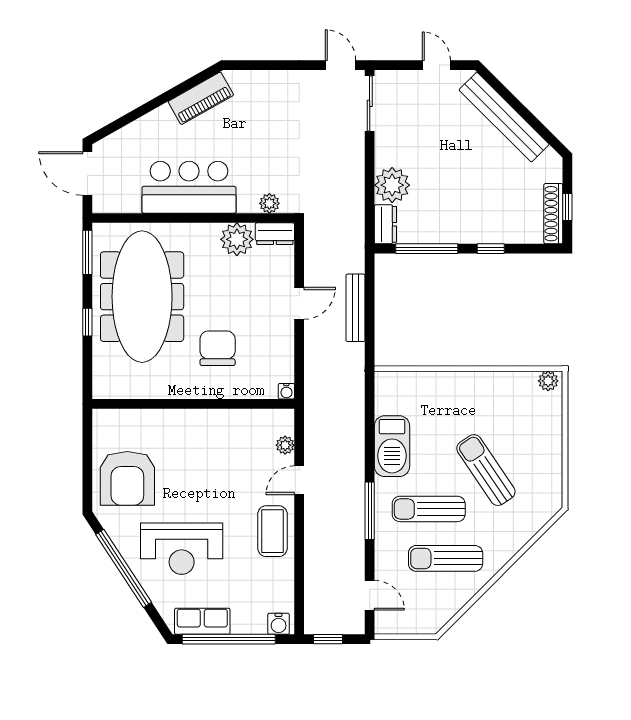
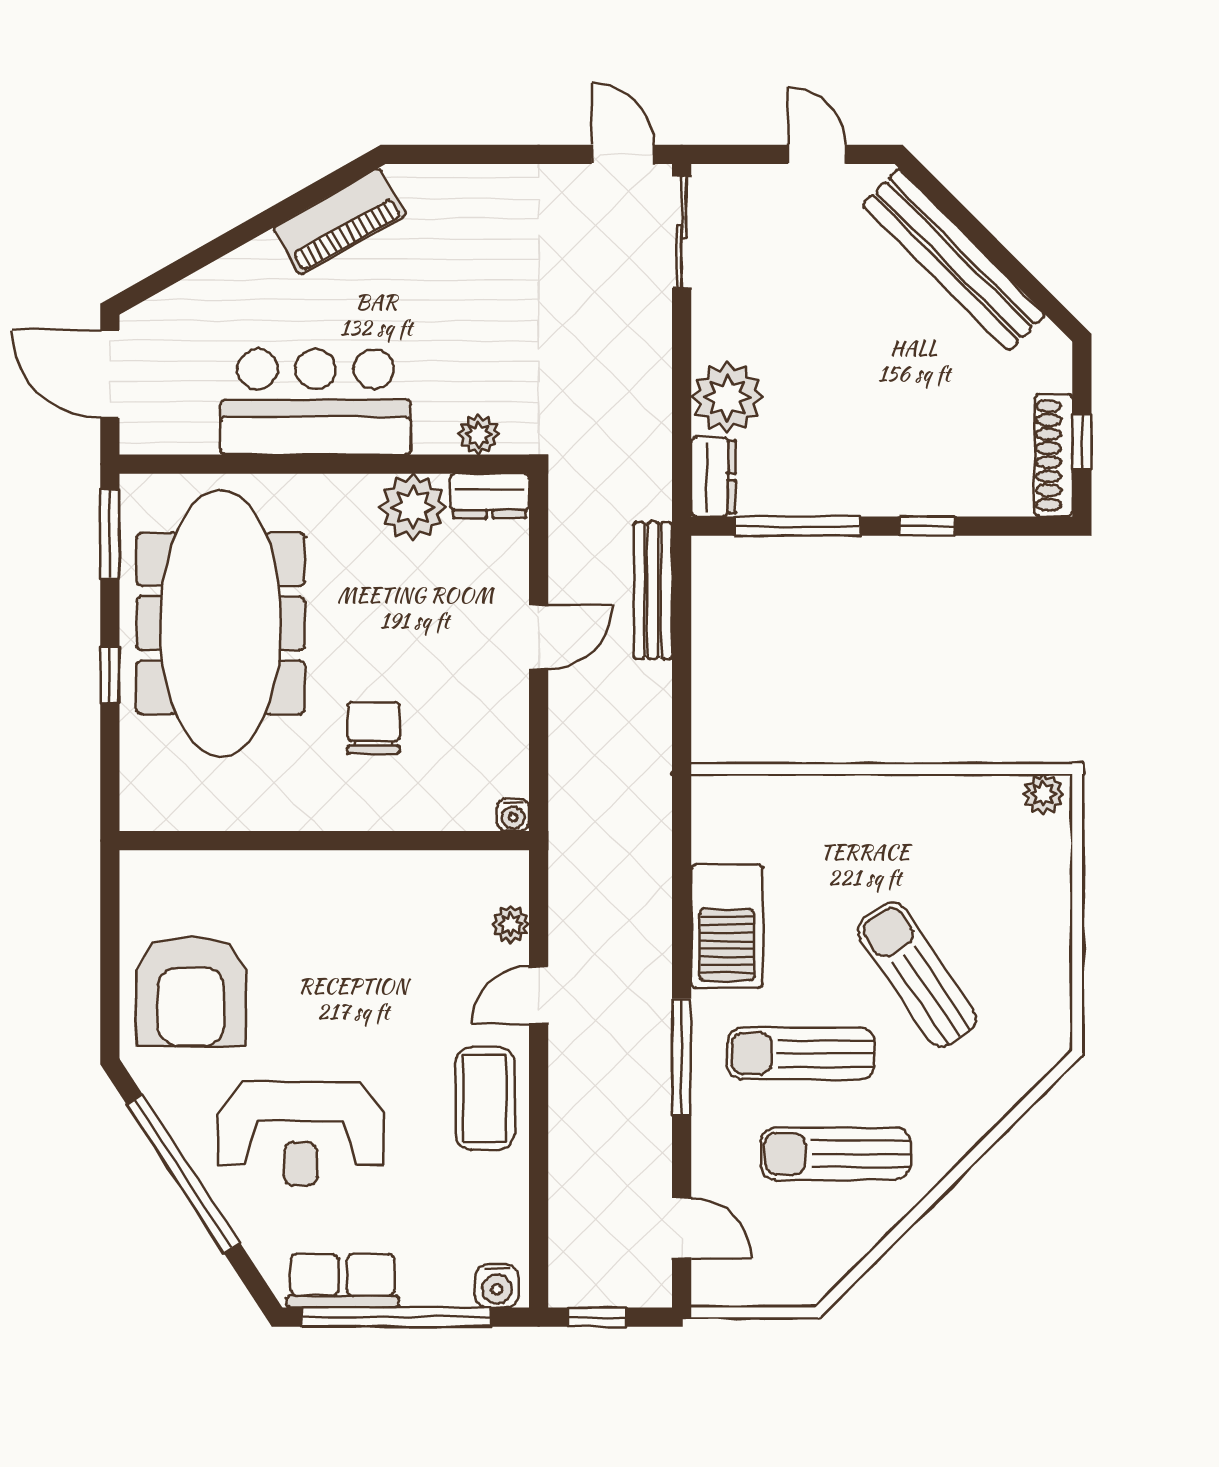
bench: (356, 308) -> (653, 590), moved
chair: (218, 348) -> (374, 728), width x0.73, depth x0.73

